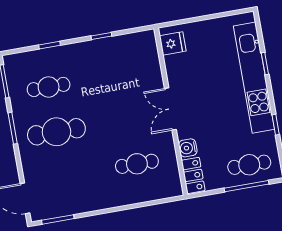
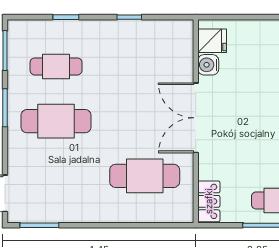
double door: (170, 109) -> (196, 118), width x1.37
water cooler: (188, 148) -> (208, 65), moved
cafe table: (137, 164) -> (145, 176), width x1.37, depth x1.35

